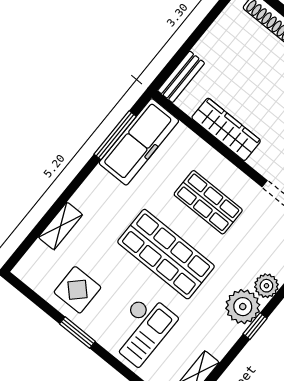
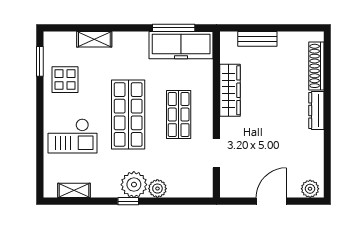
bench: (181, 77) -> (257, 39), moved
window: (77, 333) -> (40, 61), moved

